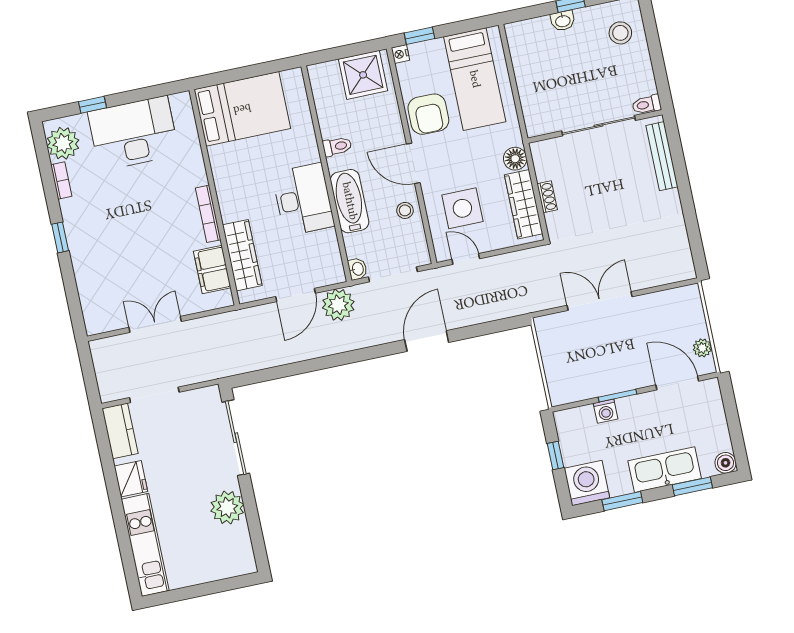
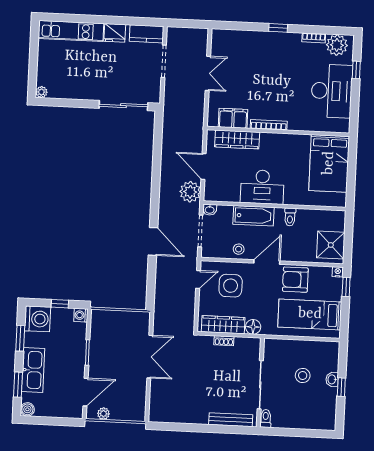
stool: (620, 33) -> (303, 376), moved
washing machine: (606, 411) -> (81, 315), moved
plant: (227, 508) -> (41, 92), moved, width x0.53, depth x0.53

